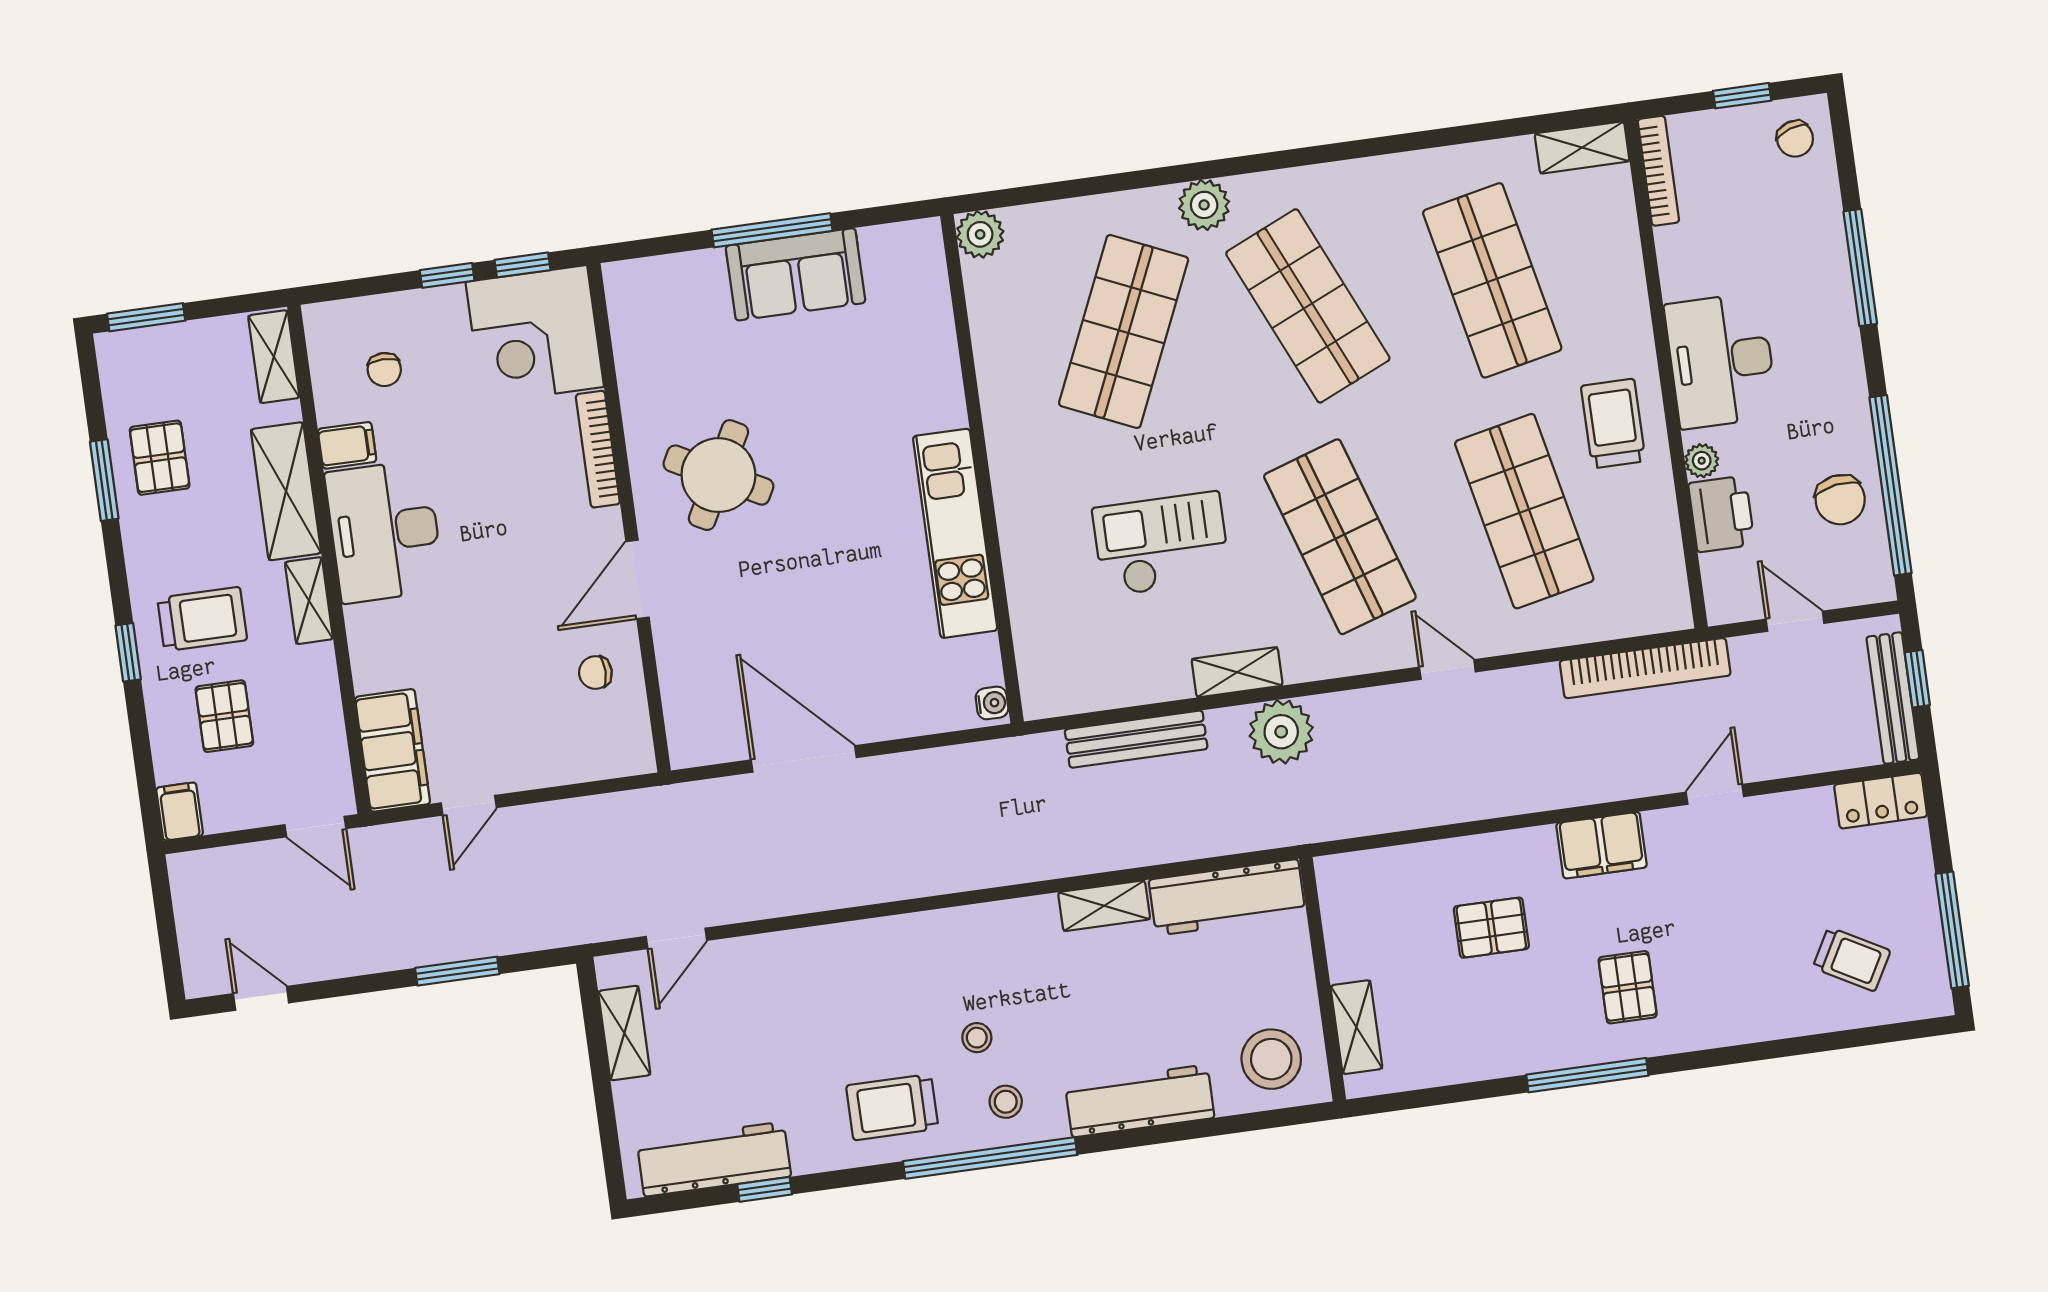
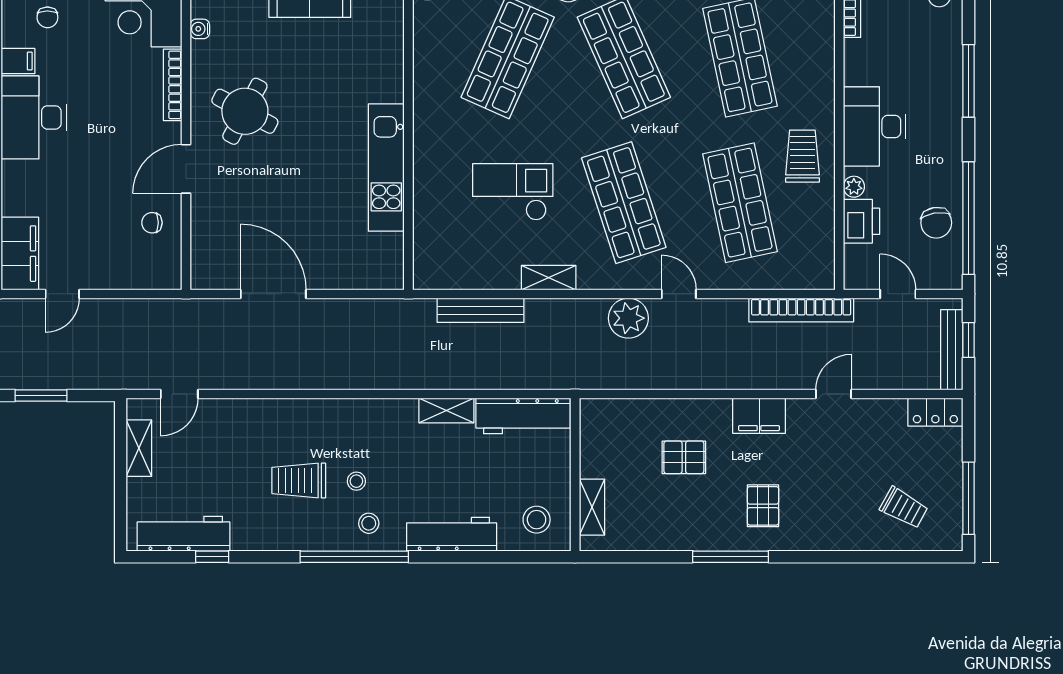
water cooler: (992, 703) -> (200, 29), moved, turned 180
plant: (1281, 732) -> (628, 318), moved
stool: (1271, 1059) -> (537, 520), width x0.73, depth x0.73
trolley: (892, 1107) -> (299, 480), moved

